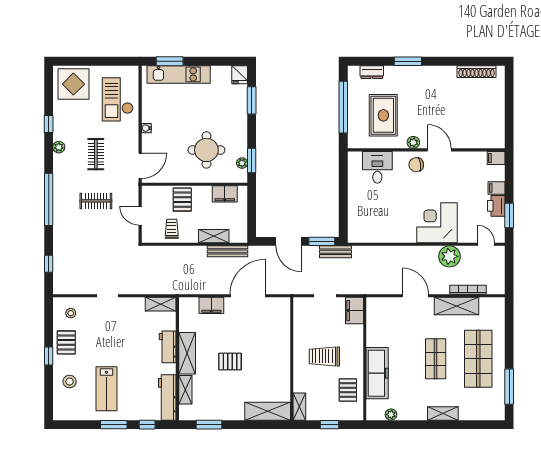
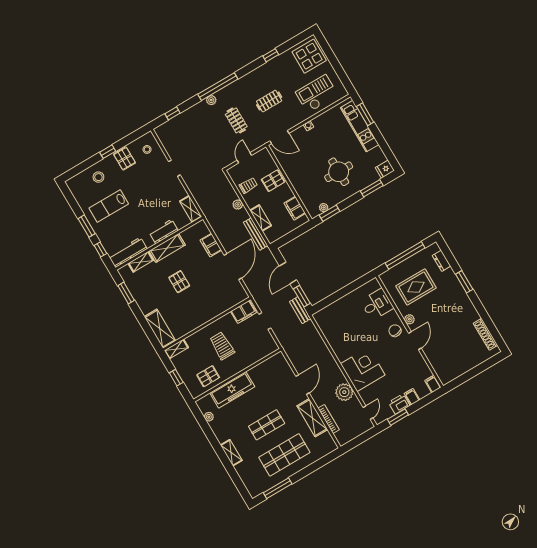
plant: (59, 147) -> (211, 100), moved
round table: (206, 150) -> (339, 172), moved
plant: (185, 252) -> (238, 205), added
door: (248, 296) -> (233, 267), hinge flipped
filing cabinet: (354, 311) -> (244, 312), moved, turned 180
pallet: (66, 342) -> (125, 159), turned 90

